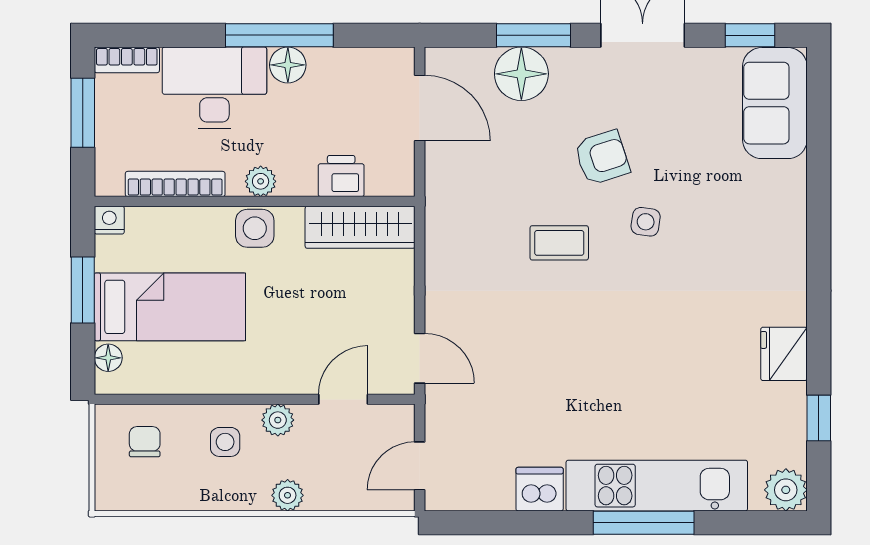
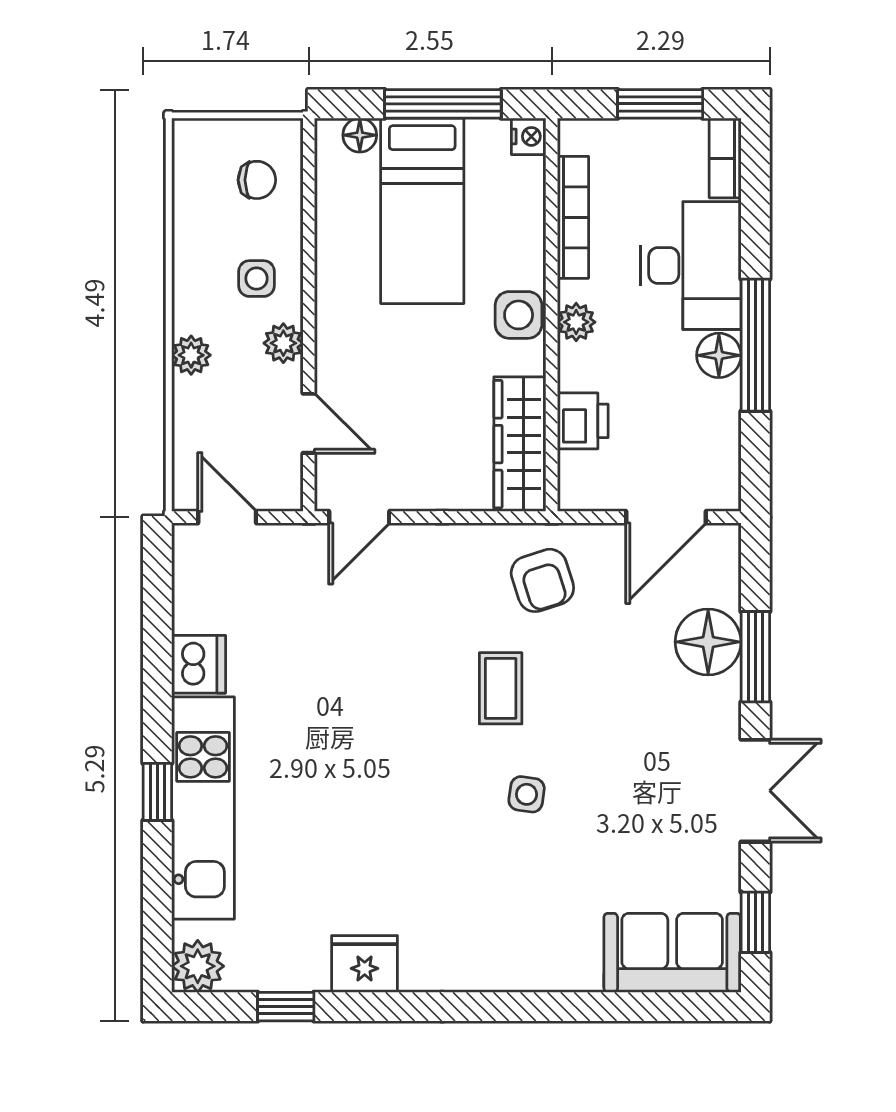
armchair: (602, 158) -> (542, 580), moved
window: (83, 290) -> (443, 104), width x1.44
window: (644, 523) -> (157, 792), width x0.46

